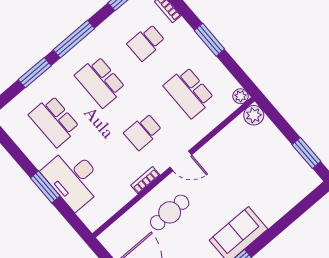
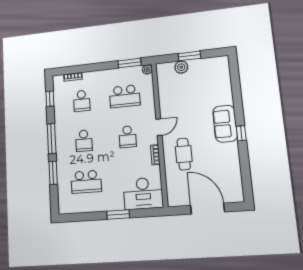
window: (209, 40) -> (129, 63), moved
school desk: (100, 82) -> (84, 141), width x0.54
plant: (254, 115) -> (181, 67), moved
window: (306, 153) -> (189, 56), moved
desk: (73, 178) -> (143, 193), moved

